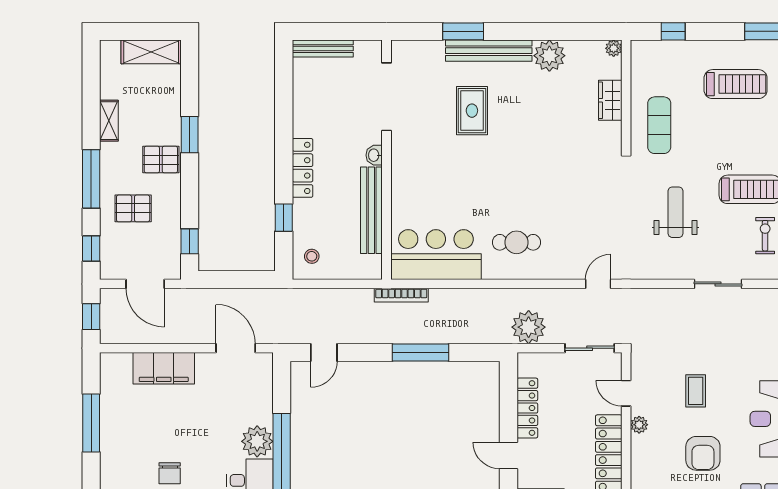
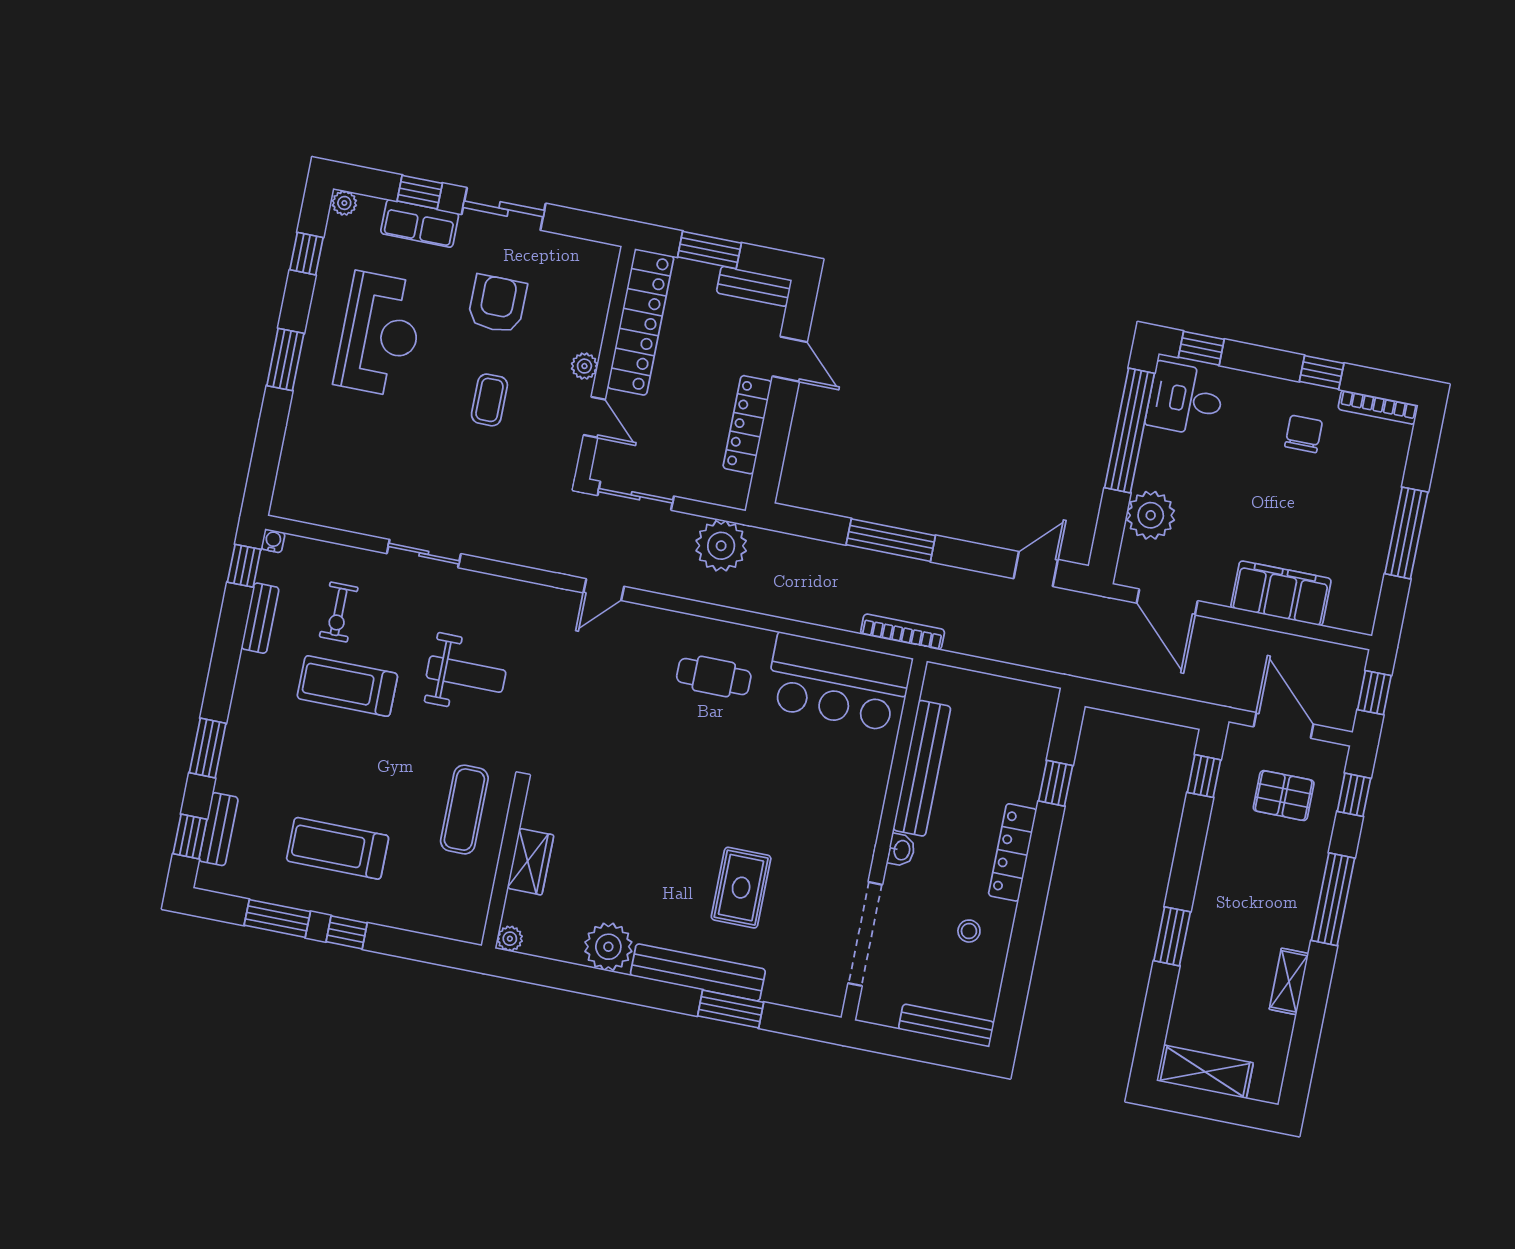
window: (673, 31) -> (347, 932), moved
pallet: (161, 160) -> (1223, 907), removed
pallet: (133, 208) -> (1284, 796), moved
weight bench: (676, 212) -> (466, 674), turned -90
stool: (312, 256) -> (969, 931), moved
plant: (257, 441) -> (1151, 515), moved

